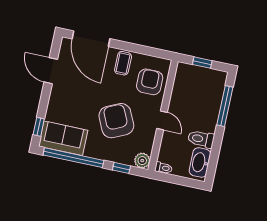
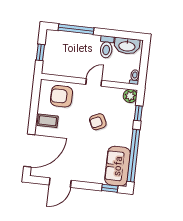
armchair: (116, 121) -> (98, 122), width x0.53, depth x0.53

